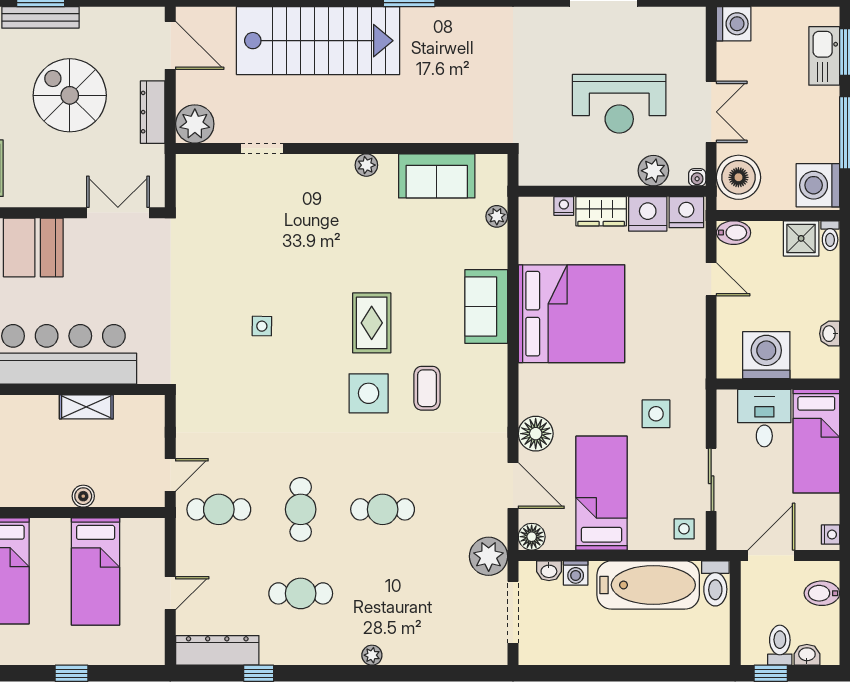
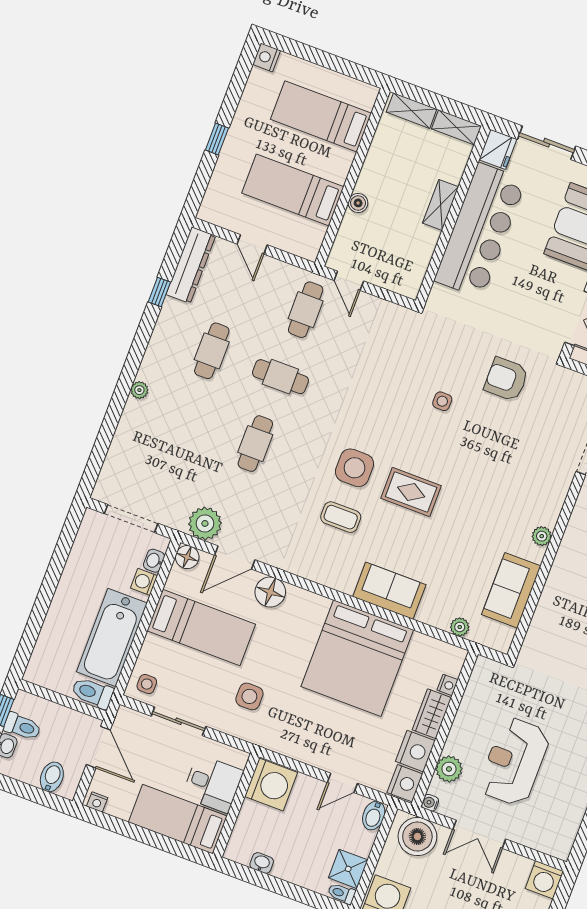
armchair: (212, 266) -> (506, 379), added
washing machine: (766, 355) -> (271, 784), moved
shelving: (86, 407) -> (441, 205), moved
plant: (489, 556) -> (205, 523), moved

